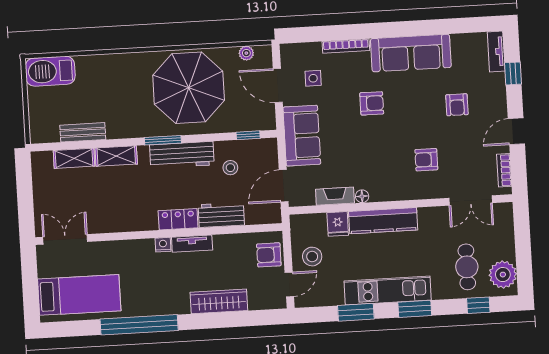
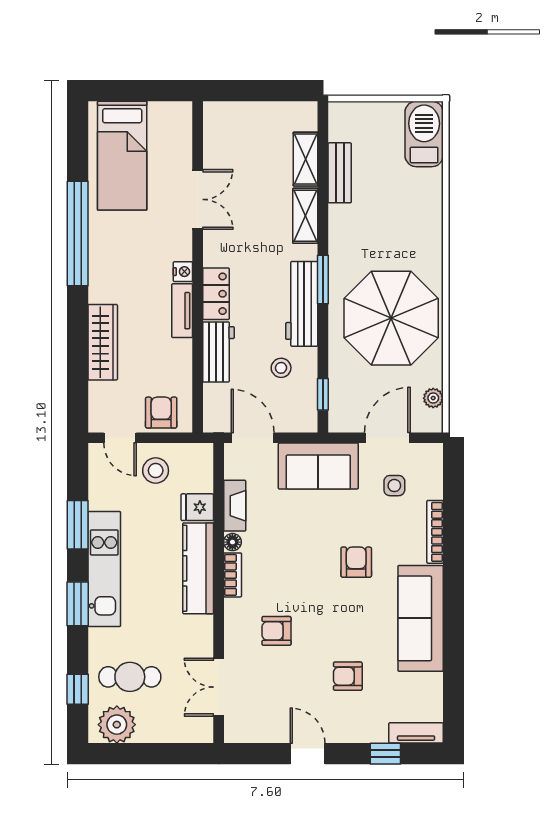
armchair: (372, 103) -> (356, 562), turned 180
armchair: (426, 160) -> (277, 631), turned -90
bookcase: (504, 170) -> (233, 575), moved, turned 90
double door: (65, 239) -> (198, 199), moved

